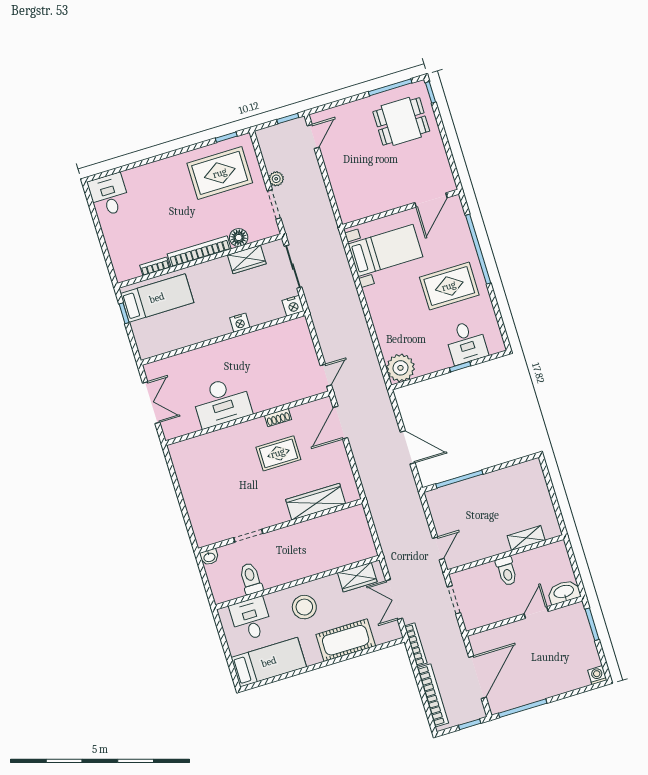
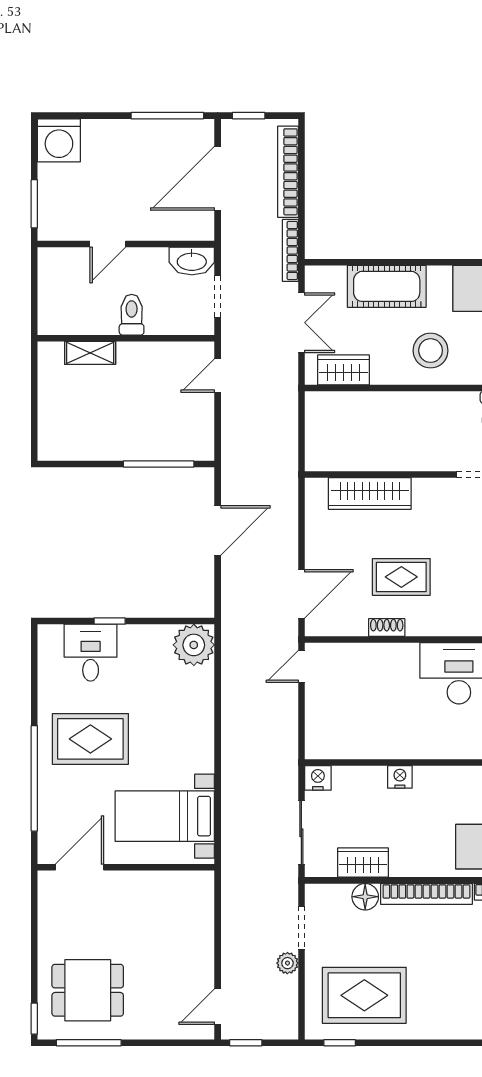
door: (408, 447) -> (218, 530), swing flipped
washbasin: (564, 592) -> (192, 261), moved
washing machine: (597, 675) -> (59, 140), width x1.89, depth x1.89

